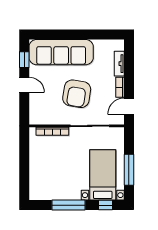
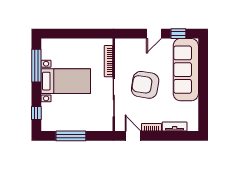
bed with nightstands: (103, 175) -> (66, 81), moved
window: (69, 205) -> (36, 66), moved

